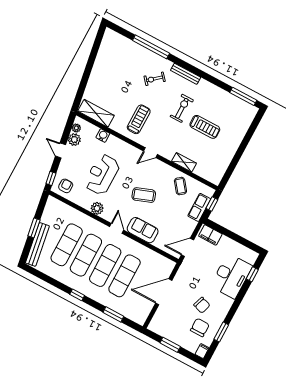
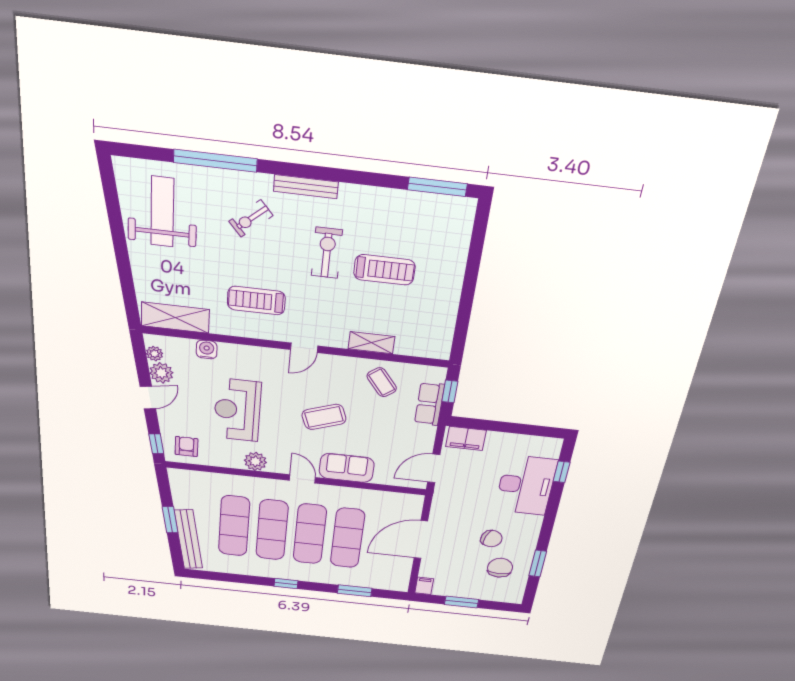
weight bench: (116, 60) -> (162, 212), added
treadmill: (139, 119) -> (256, 301), turned -90
door: (61, 150) -> (148, 398), swing flipped
filing cabinet: (202, 351) -> (424, 586), moved

